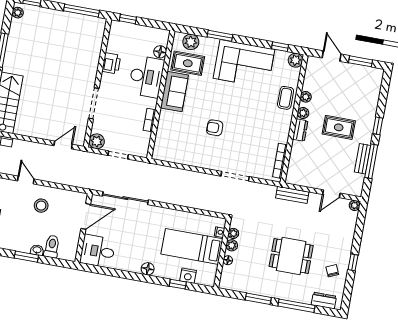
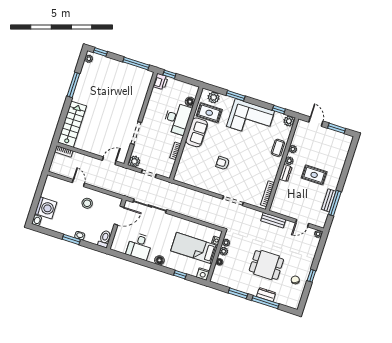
printer: (111, 63) -> (160, 82), moved
window: (378, 126) -> (343, 178), removed
toilet: (52, 247) -> (105, 239), moved
desk: (98, 251) -> (139, 246), moved, turned -90
nightstand: (188, 276) -> (203, 274), moved
dresser: (324, 301) -> (266, 295), moved

